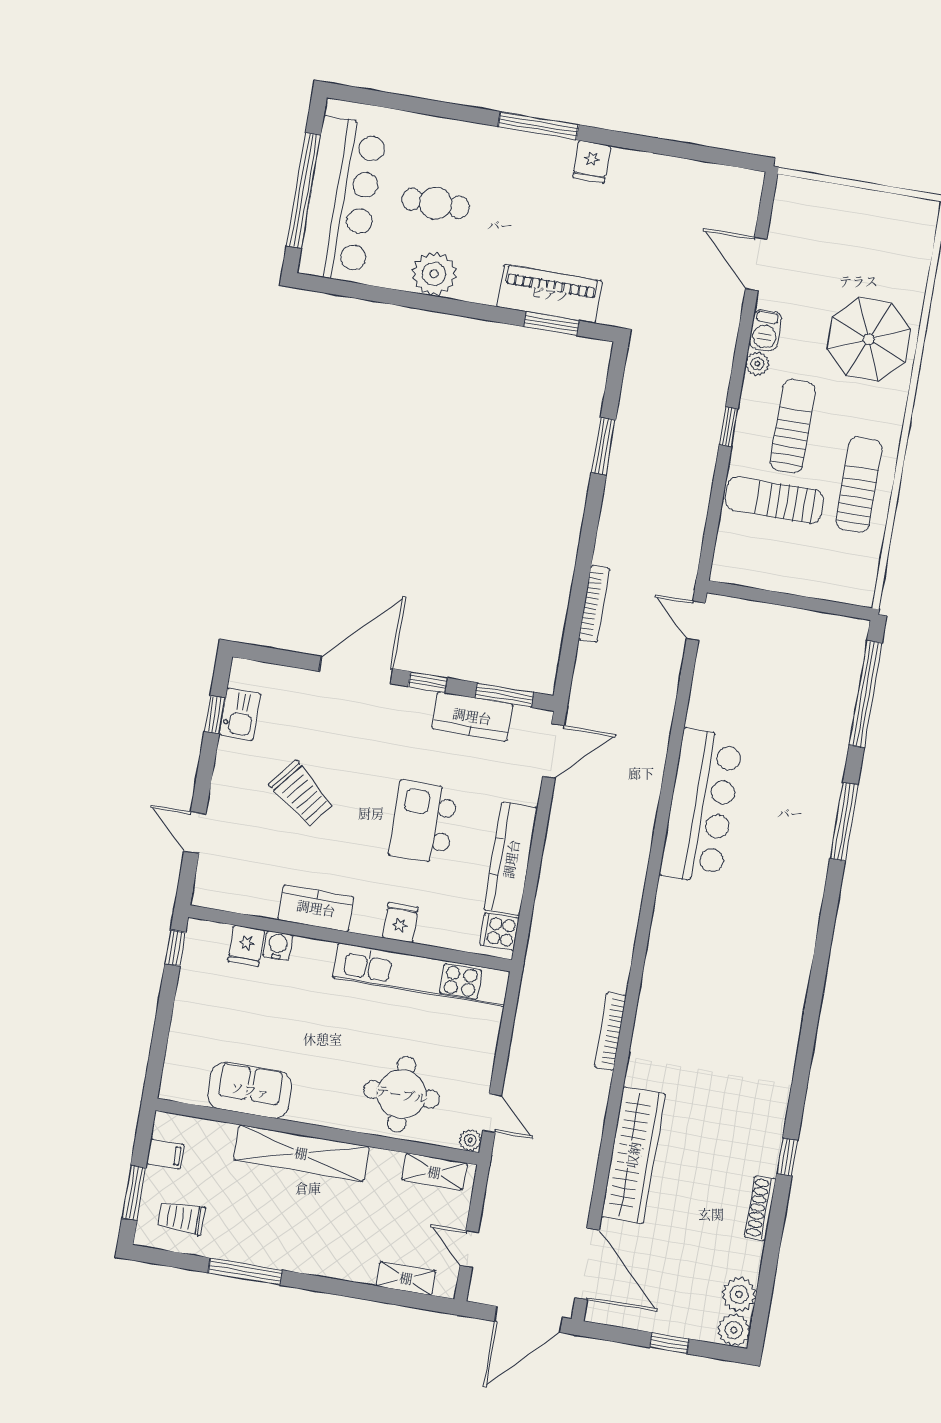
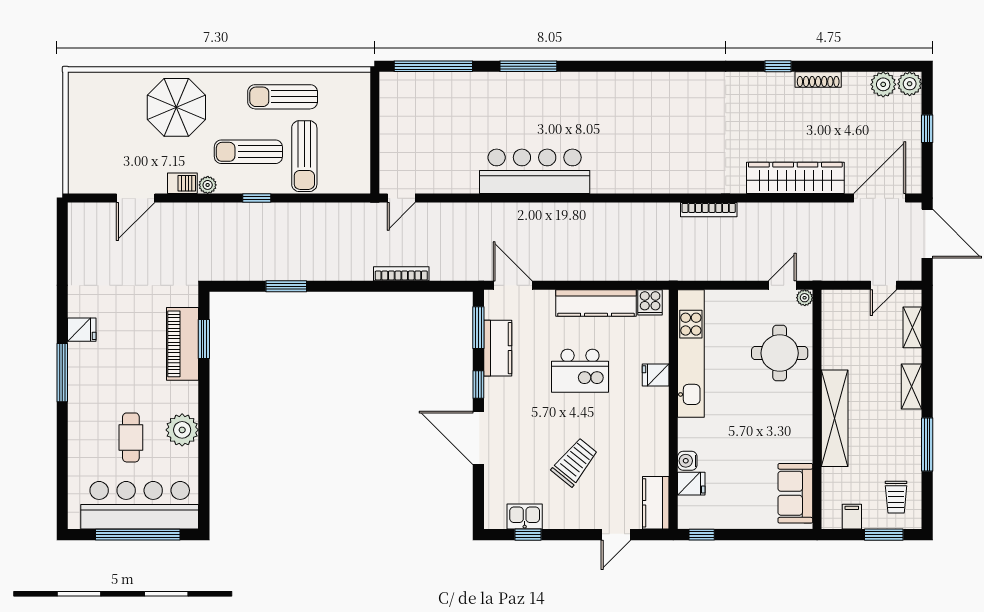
kitchen counter: (316, 908) -> (656, 503), moved
sofa: (250, 1090) -> (795, 493), moved
shelving: (434, 1172) -> (911, 386), moved

